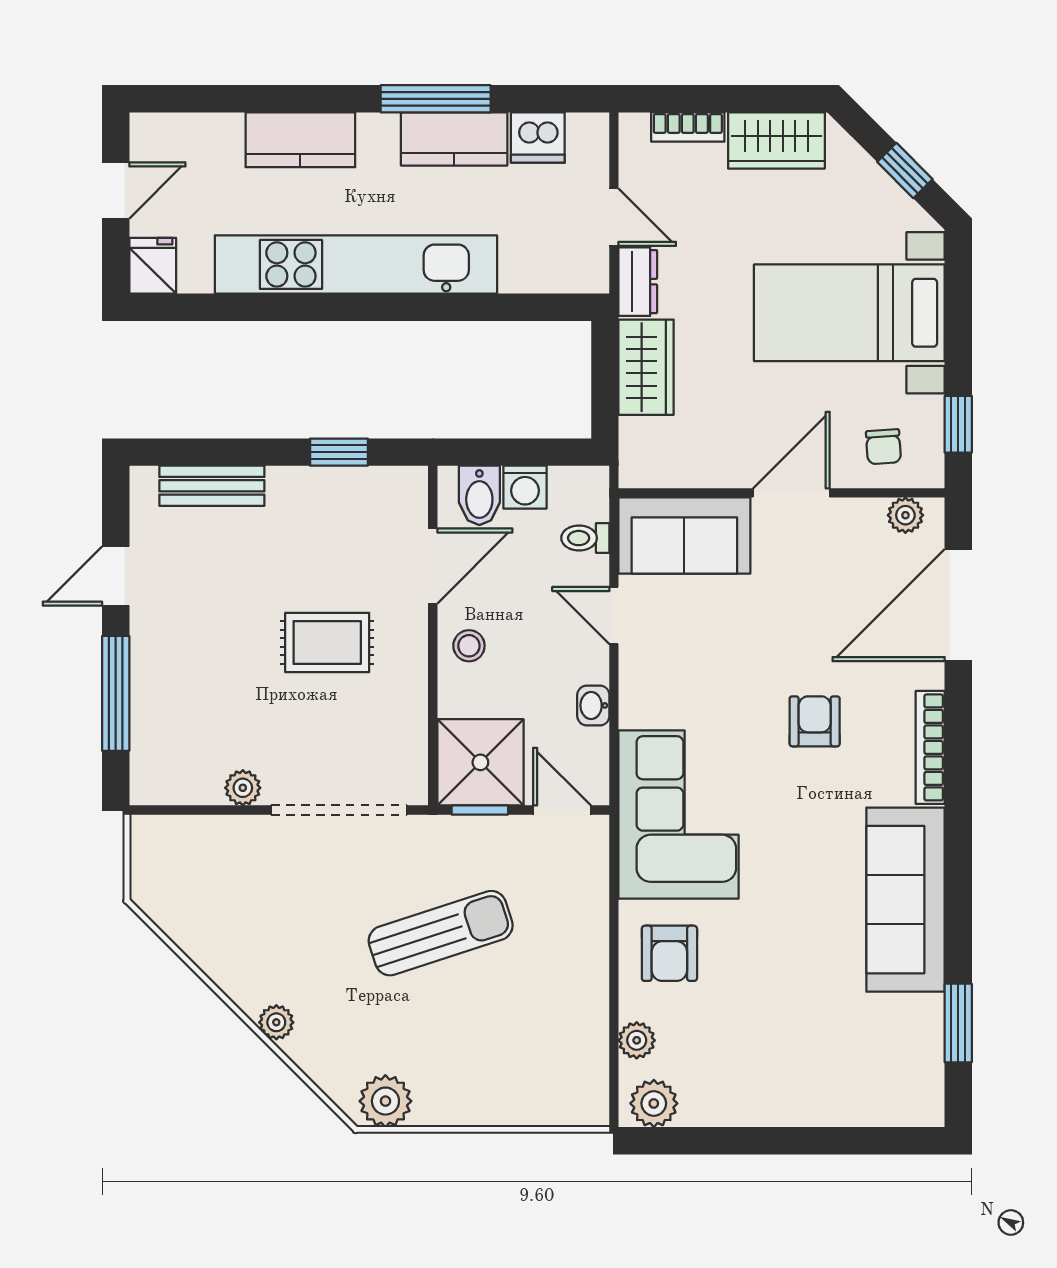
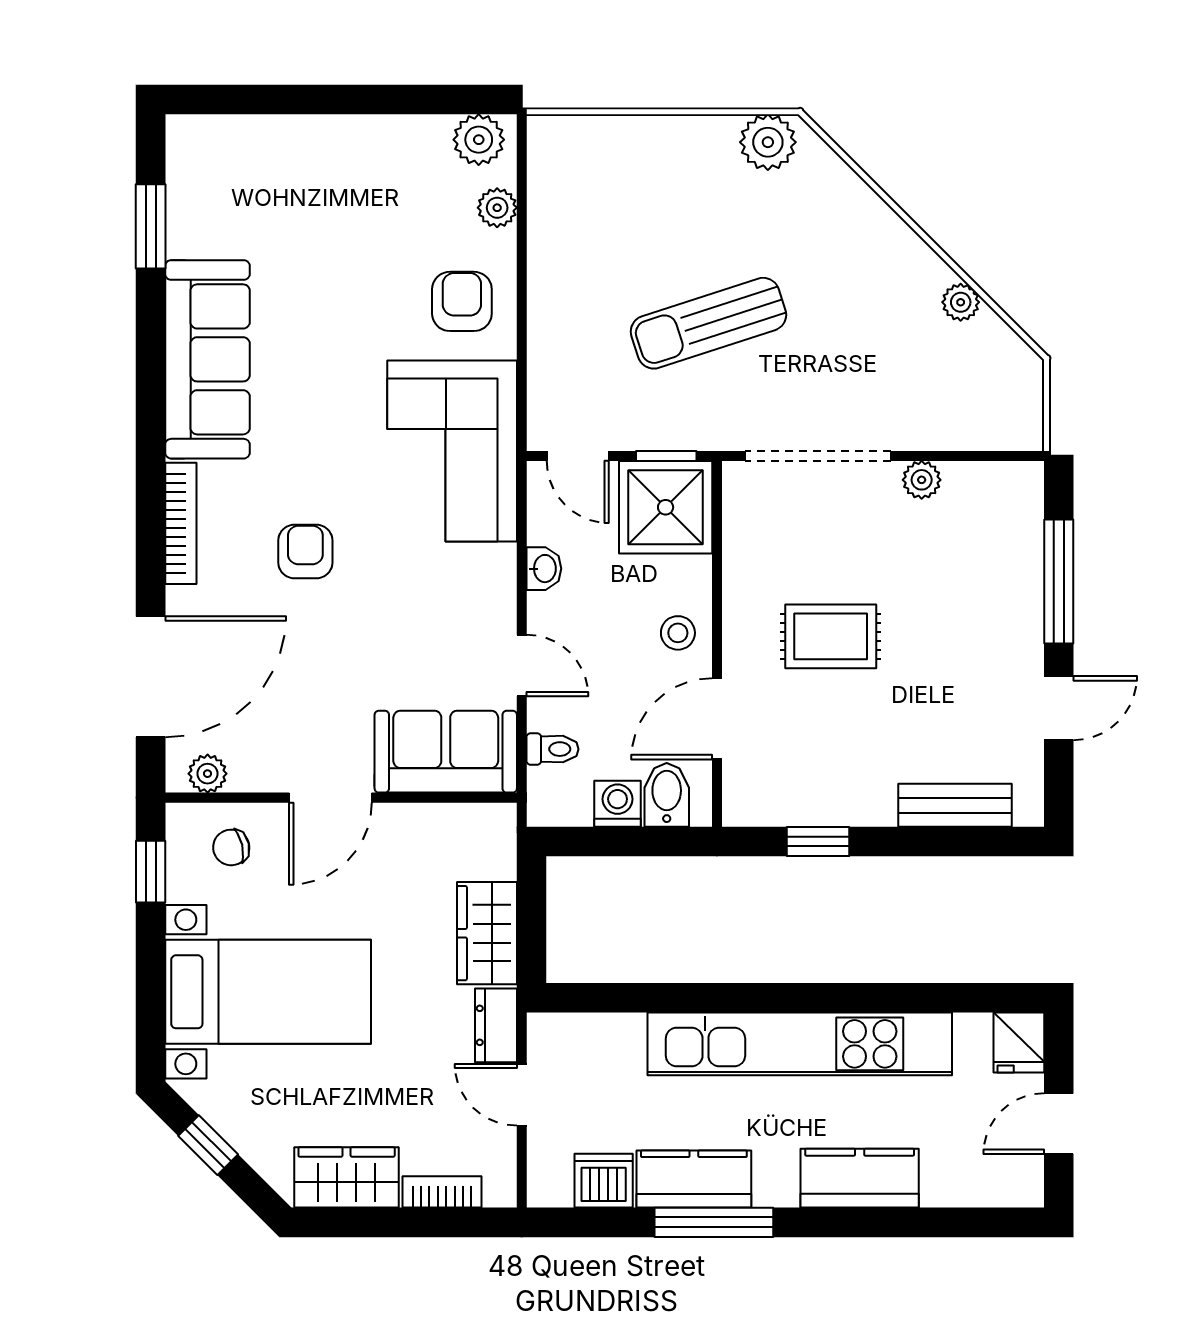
chair: (883, 447) -> (231, 847), turned -99
armchair: (815, 721) -> (305, 551), turned 180
plant: (276, 1022) -> (961, 302), moved

